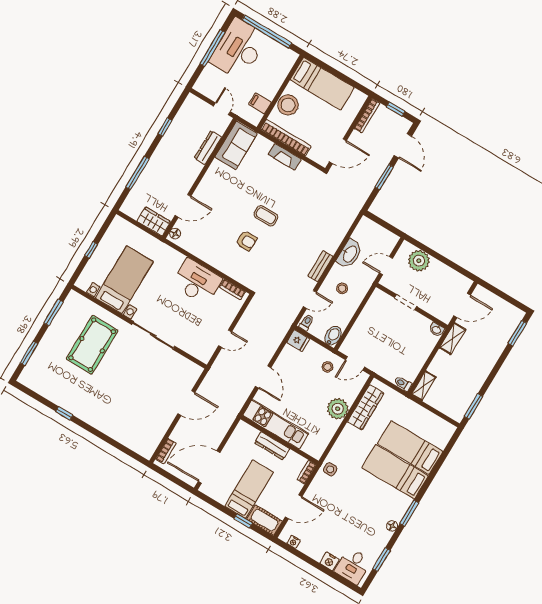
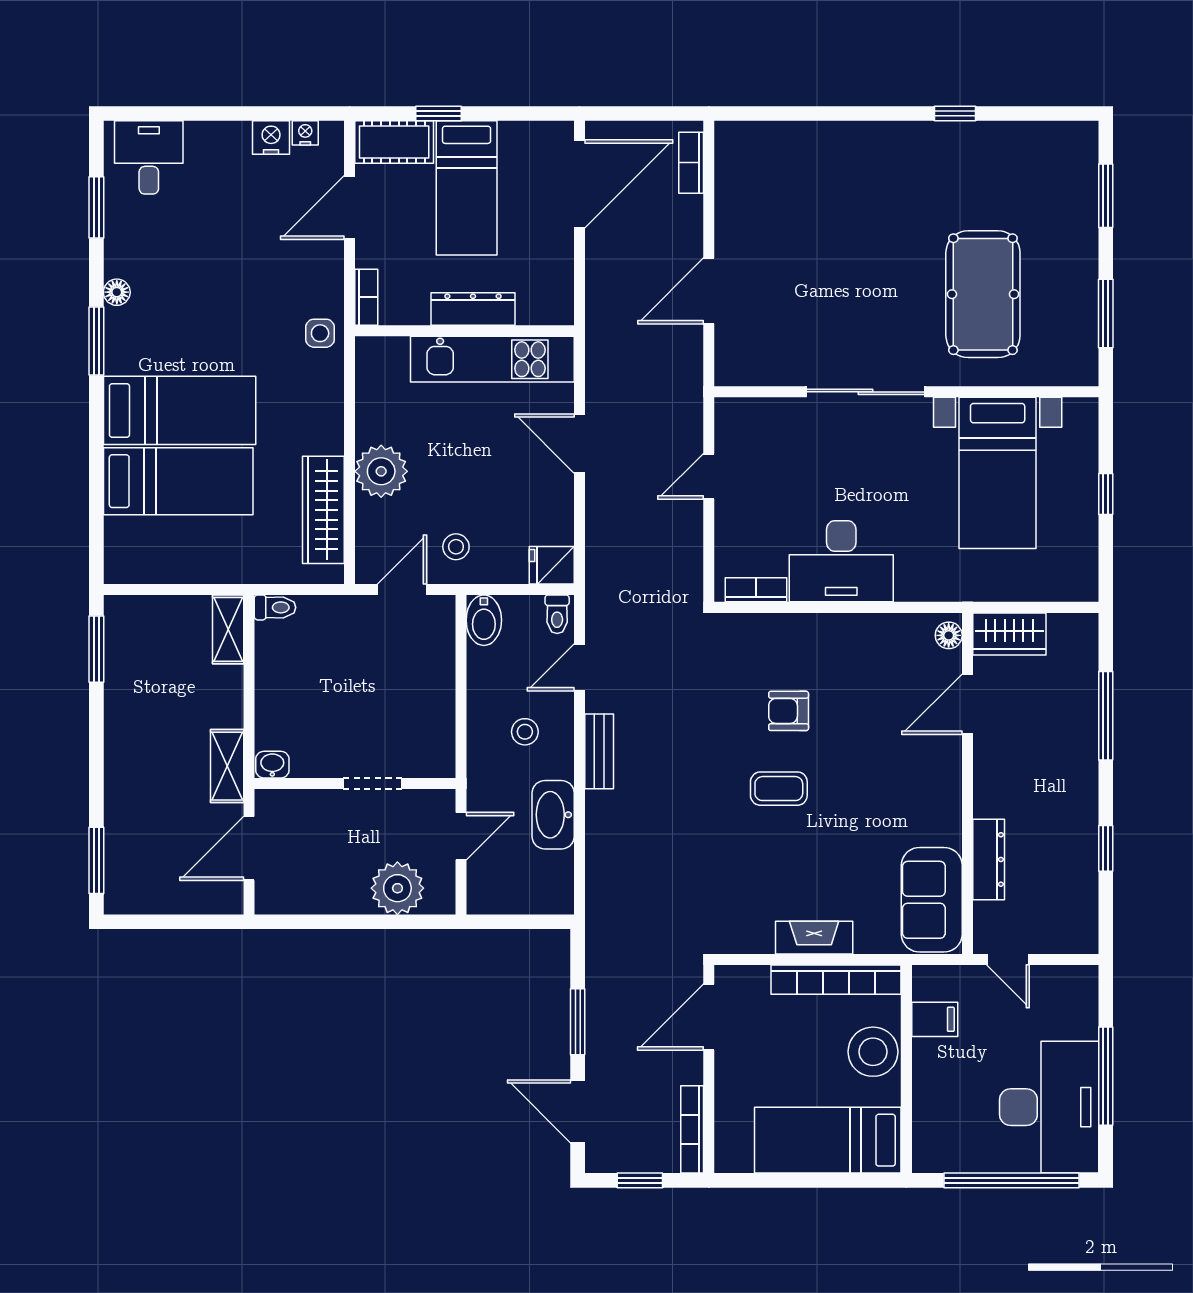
nightstand: (330, 561) -> (271, 138), moved

